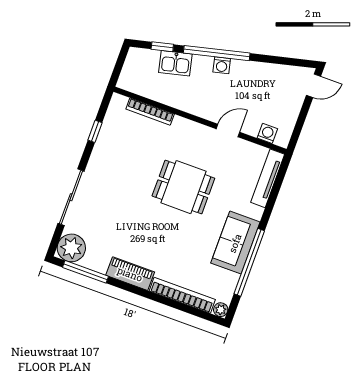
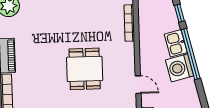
kitchen sink: (175, 63) -> (176, 43), moved
washing machine: (222, 65) -> (180, 68), width x1.89, depth x1.89

